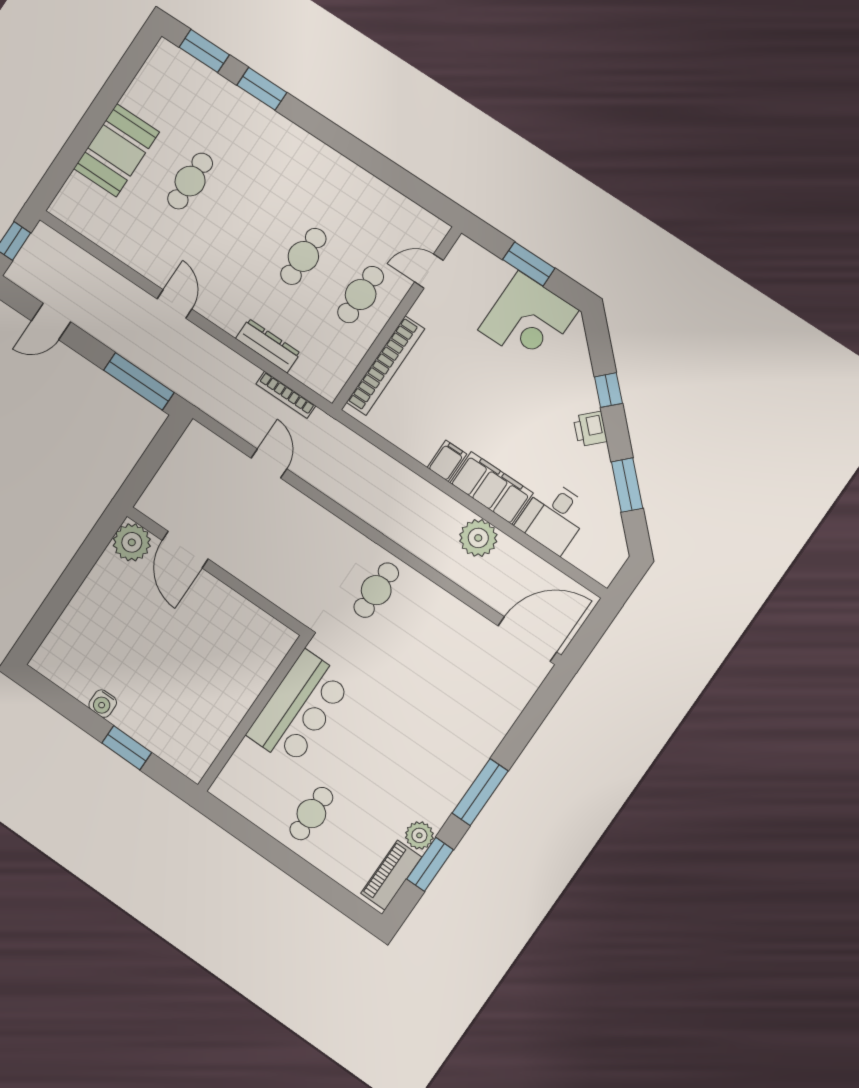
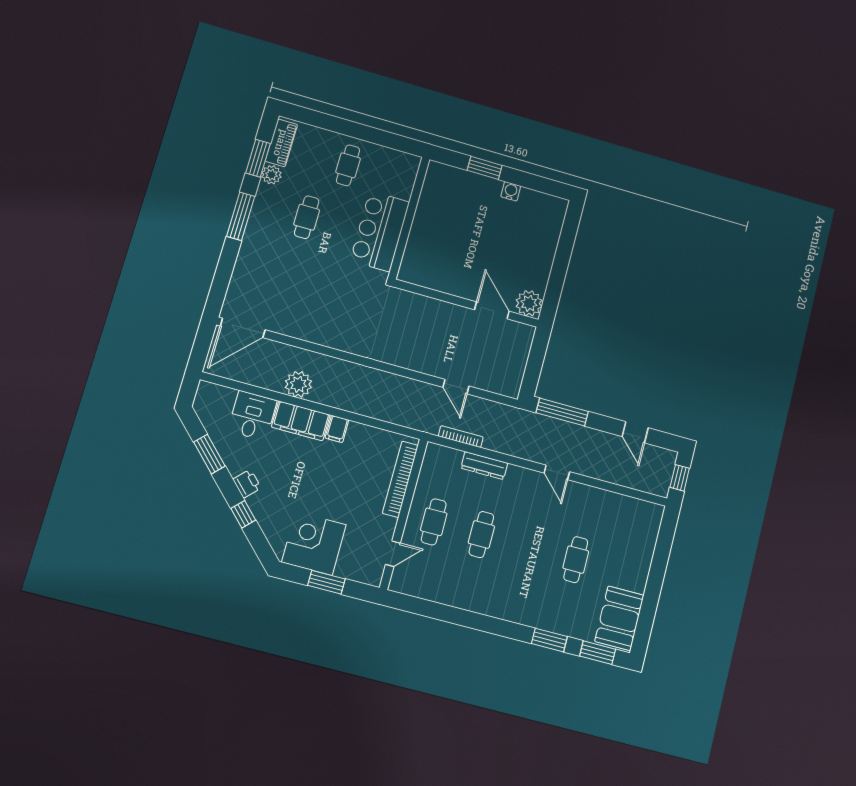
booth: (116, 150) -> (619, 618), moved
door: (51, 321) -> (635, 432), swing flipped
cafe table: (376, 590) -> (307, 217), moved

